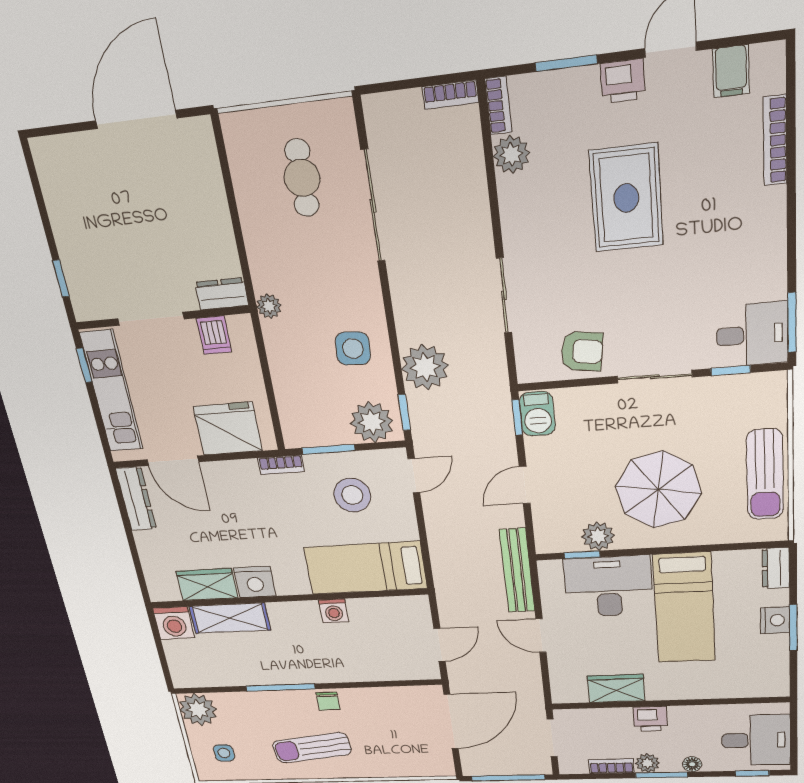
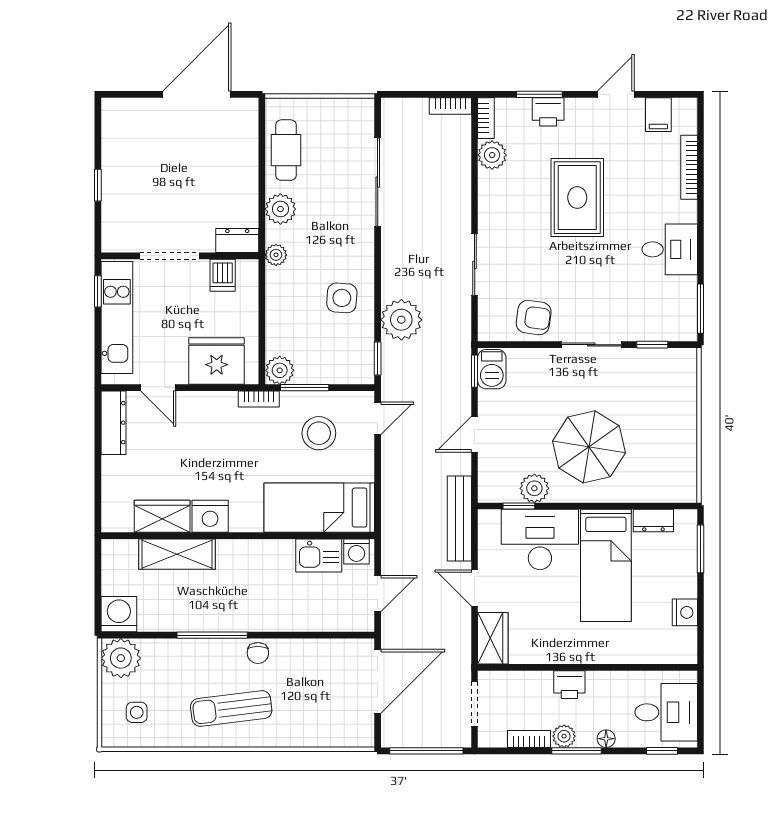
printer: (623, 81) -> (548, 112), moved
cafe table: (302, 178) -> (286, 150), moved
plant: (264, 252) -> (280, 209), added
window: (61, 279) -> (98, 185), moved
desk: (752, 335) -> (670, 249), moved
plant: (372, 422) -> (280, 370), moved, width x0.73, depth x0.73
door: (173, 461) -> (158, 388), width x0.73
sun lounger: (765, 474) -> (678, 439), removed
dresser: (776, 568) -> (653, 520), moved, turned -90
washing machine: (334, 611) -> (356, 551), moved
kitchen sink: (373, 613) -> (319, 555), added
nightstand: (775, 620) -> (685, 612), moved
washing machine: (174, 623) -> (119, 614), moved, turned 180
window: (793, 628) -> (701, 549), moved
wardrobe: (616, 688) -> (493, 638), moved, turned 90

